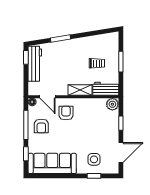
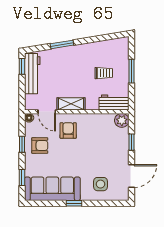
shelving: (80, 90) -> (71, 104), moved
window: (26, 125) -> (22, 144), width x0.46
armchair: (41, 126) -> (40, 146), turned -90
window: (94, 176) -> (74, 203), moved

